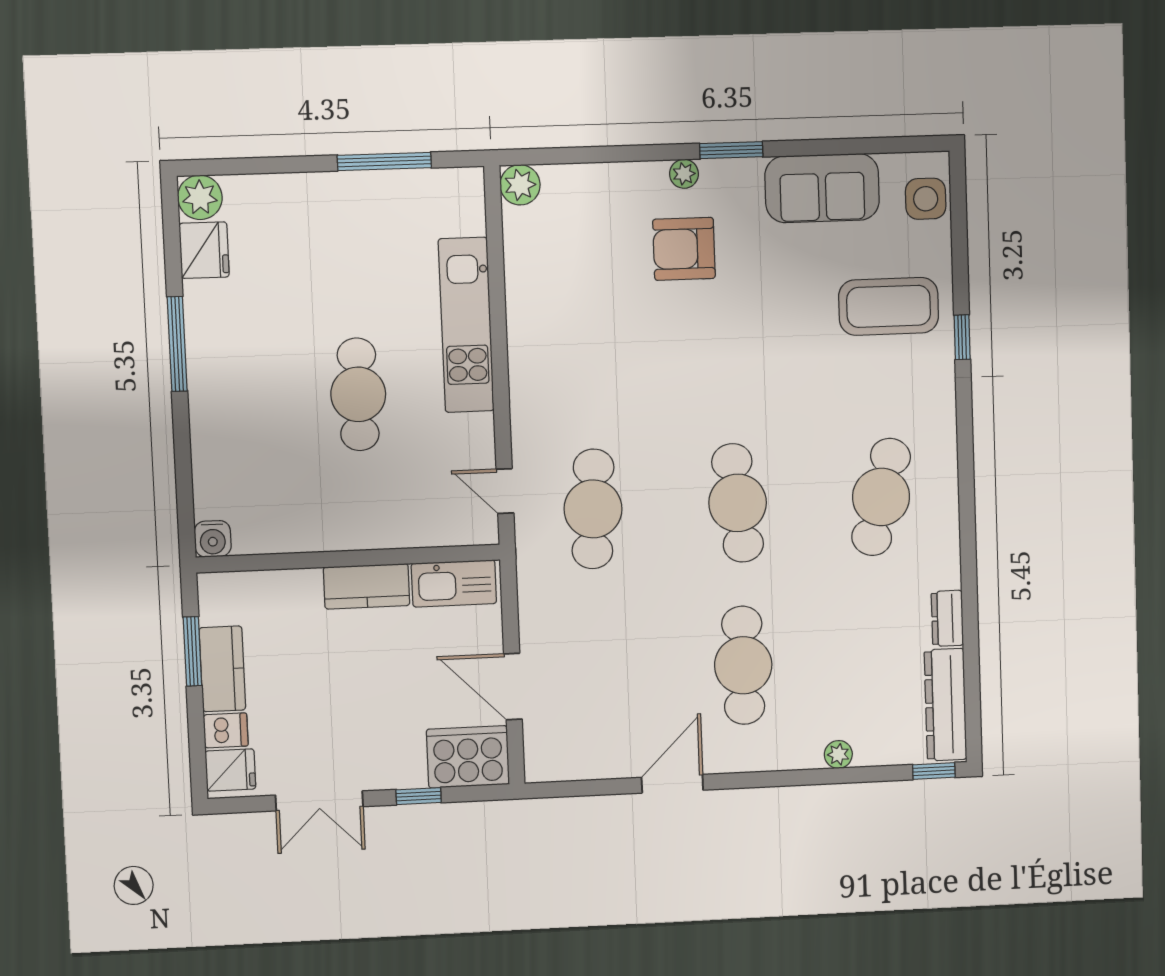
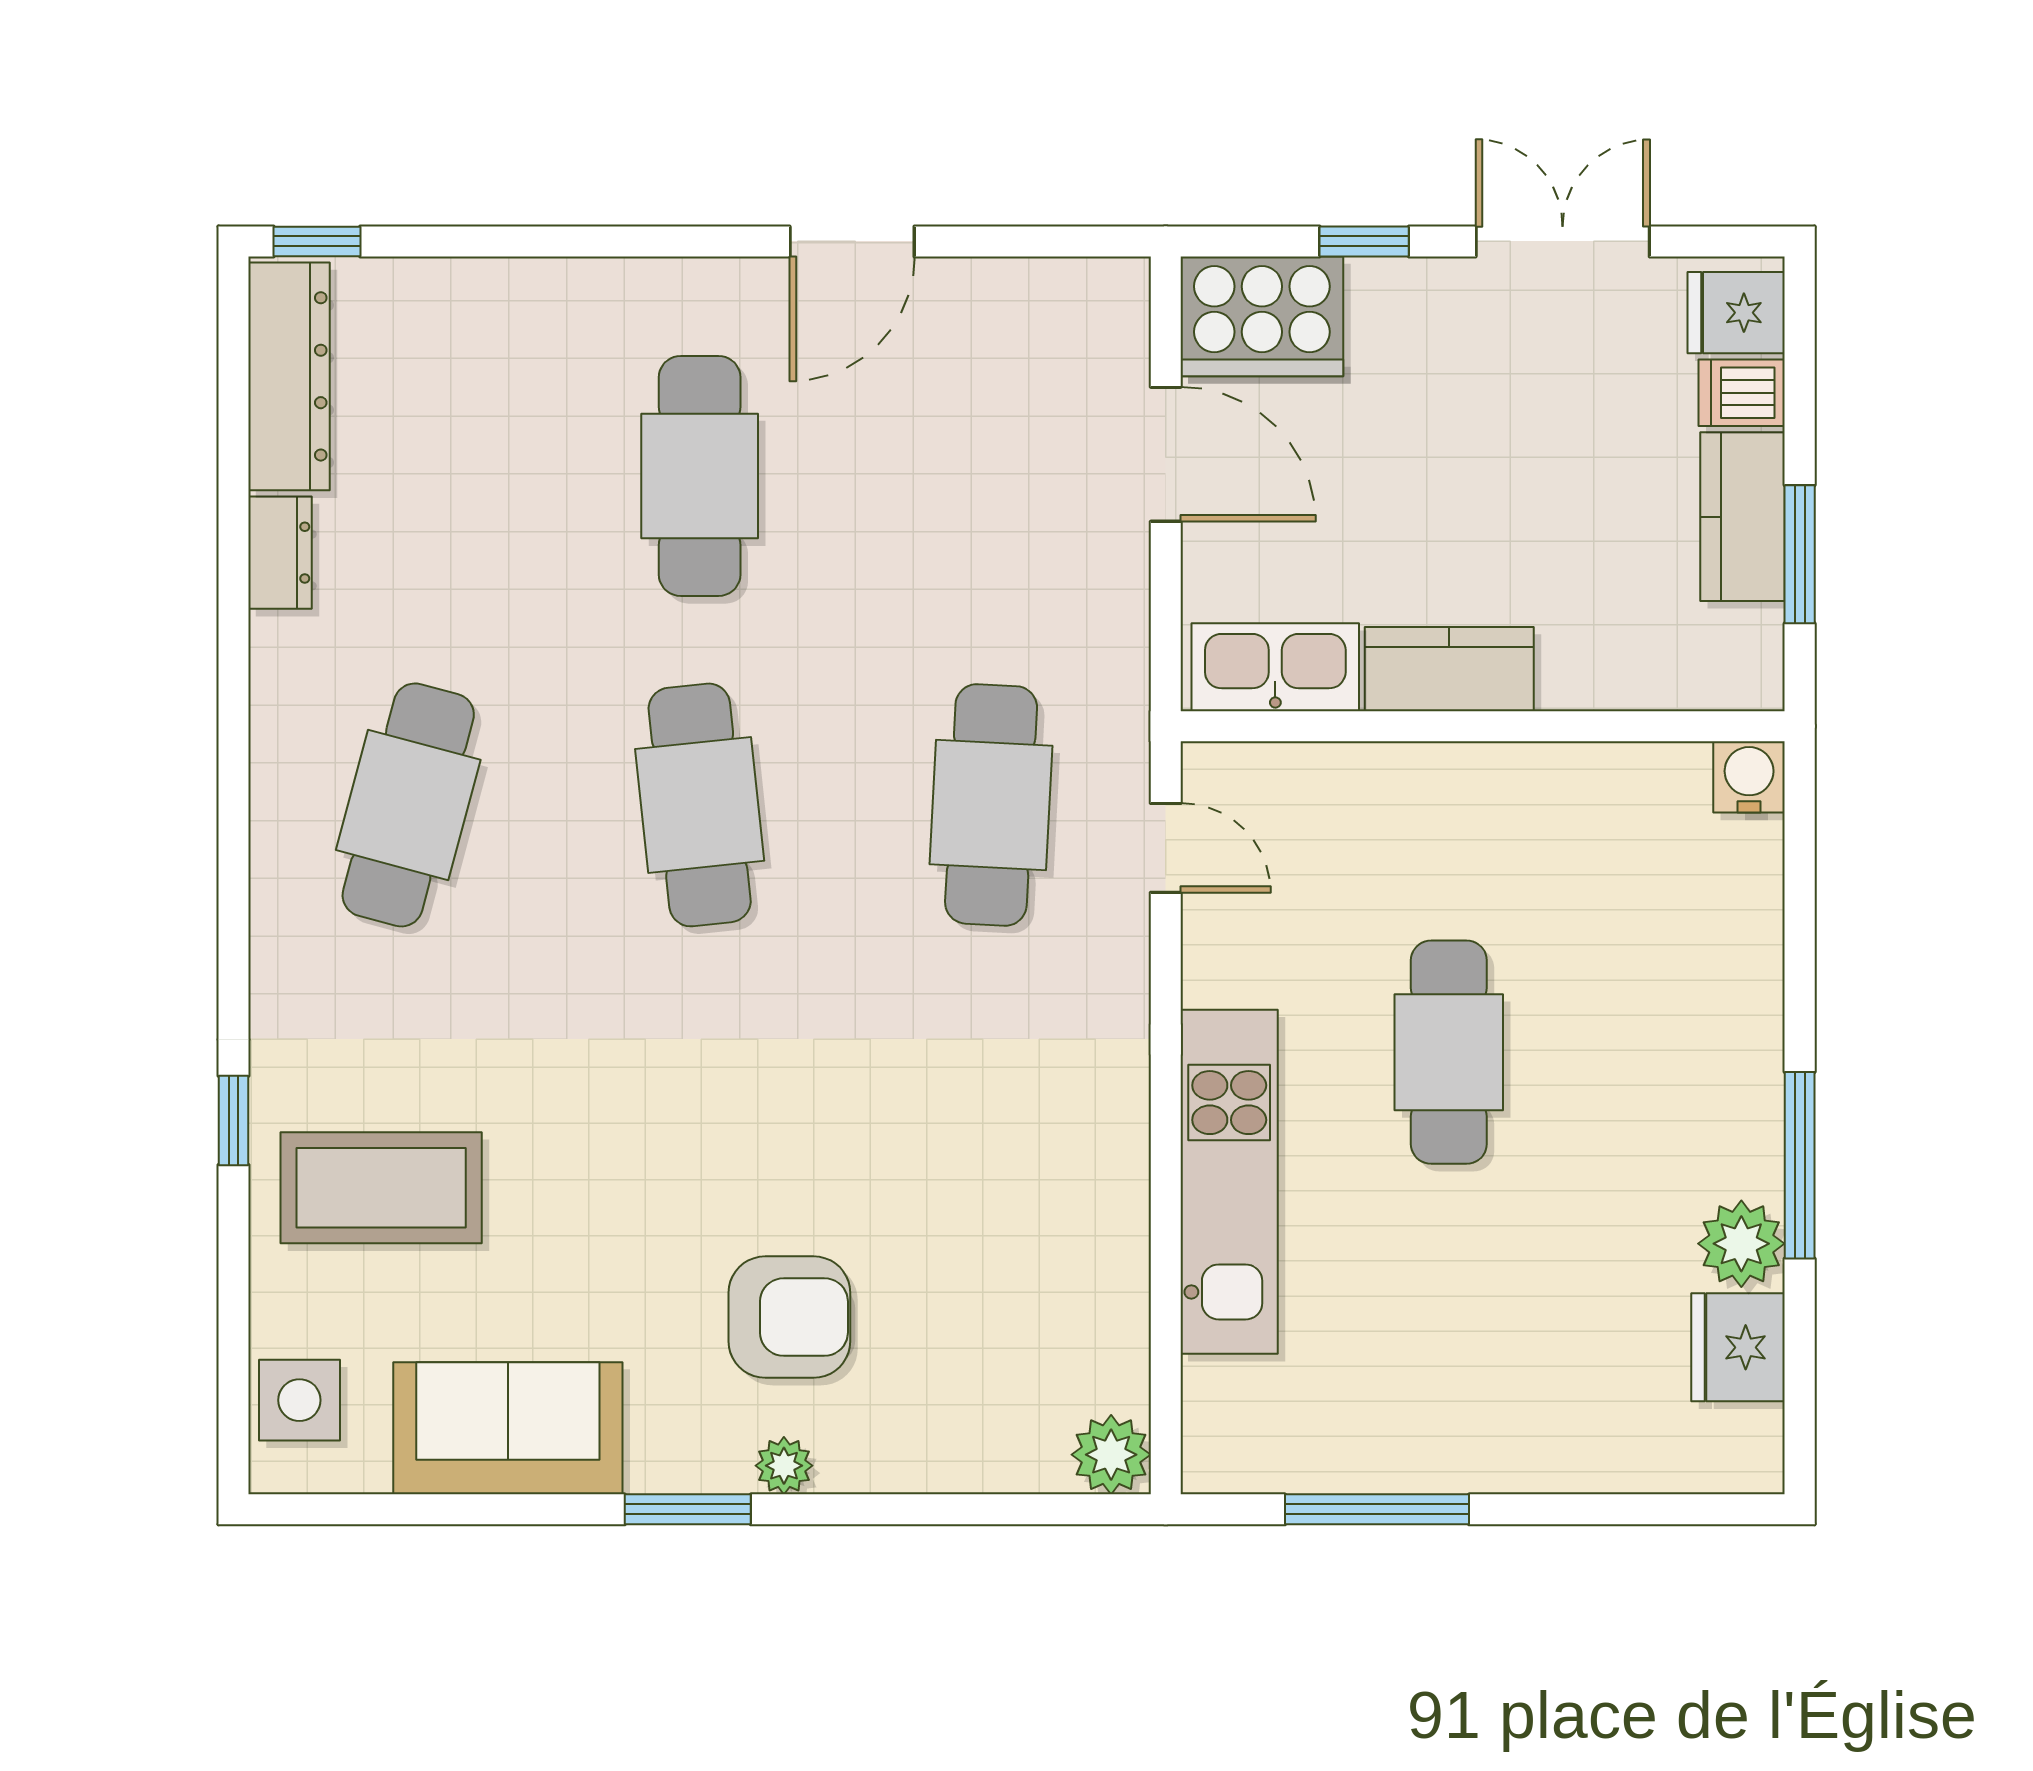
plant: (200, 197) -> (1741, 1244), moved
plant: (838, 754) -> (512, 285), removed

